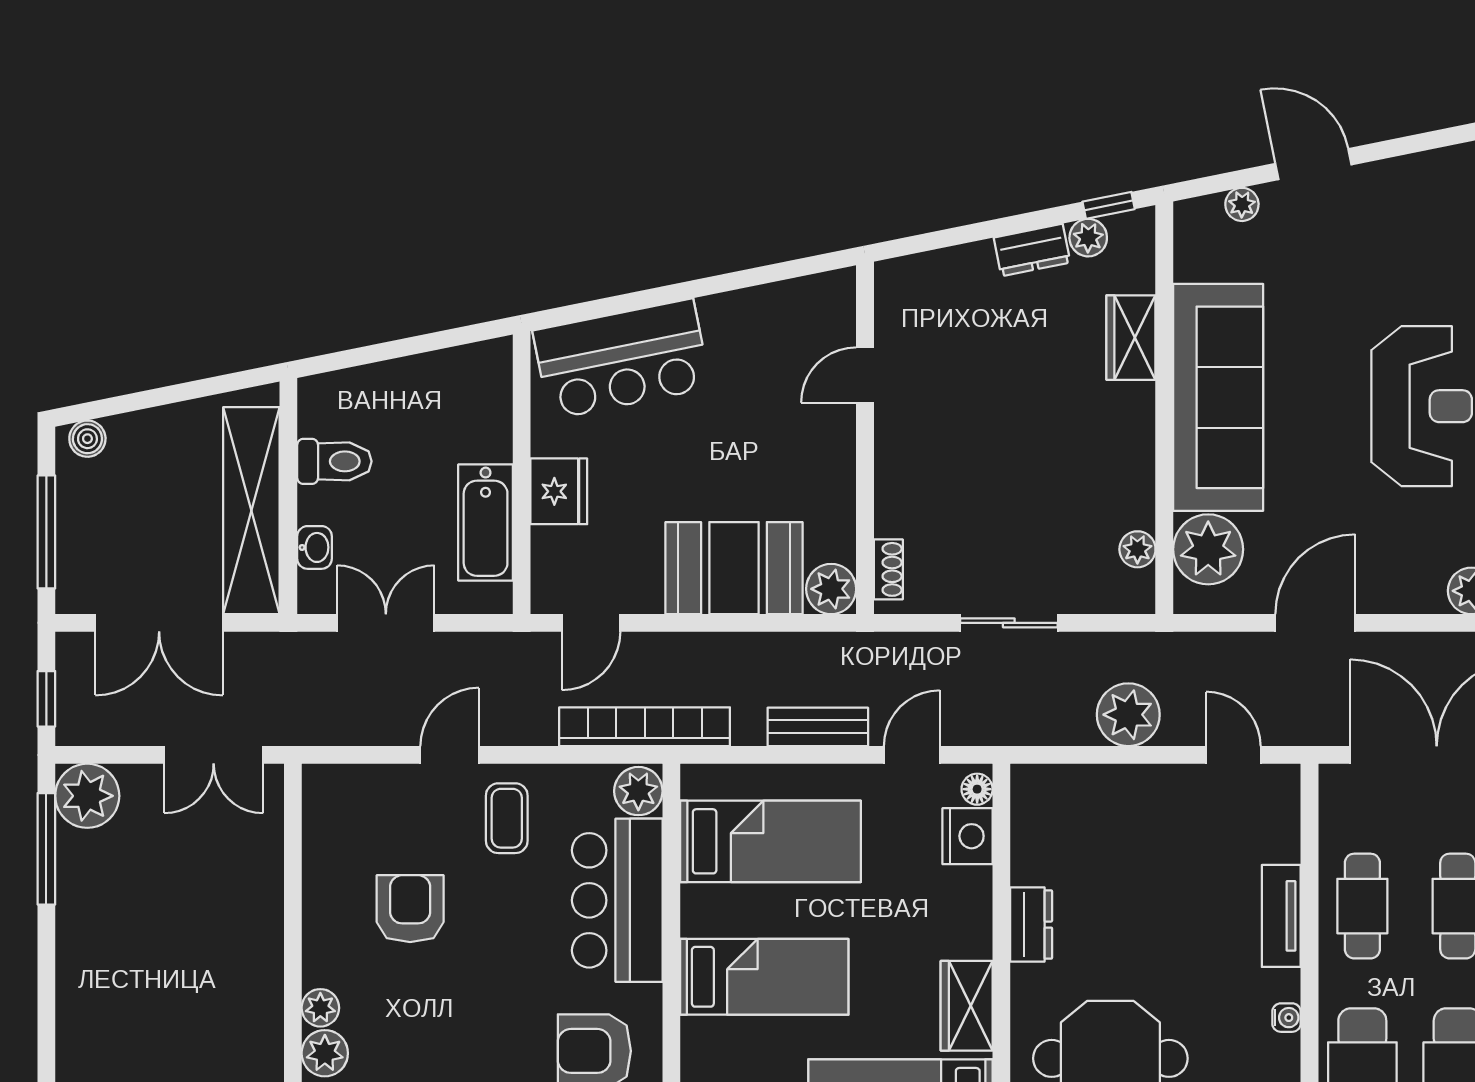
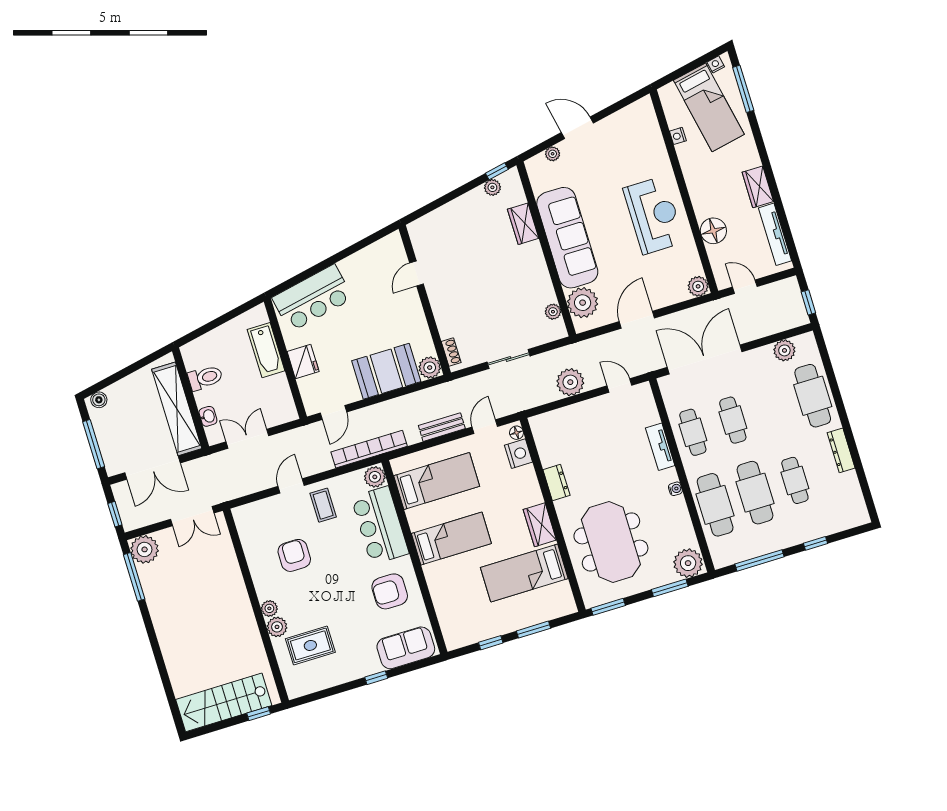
dresser: (1032, 250) -> (470, 200), removed
bathtub: (486, 522) -> (266, 350), moved

